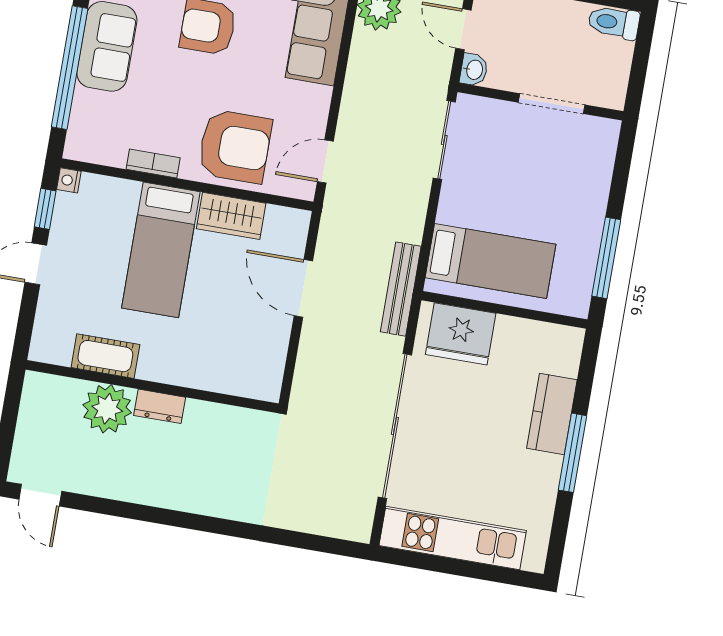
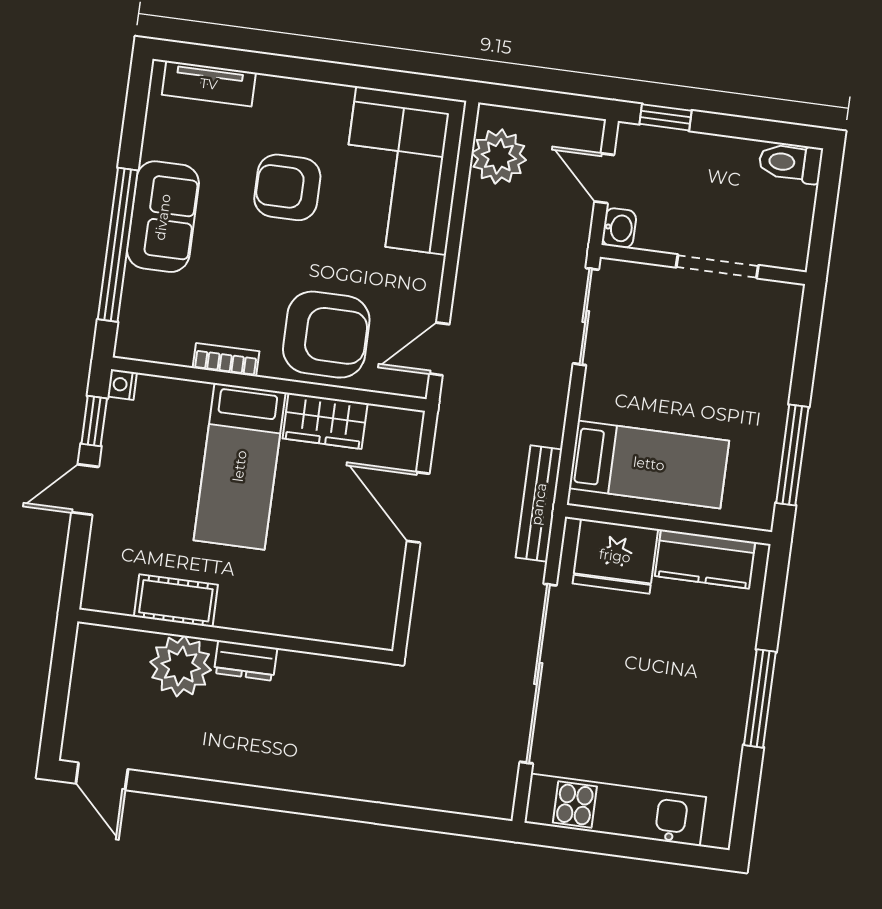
kitchen counter: (552, 414) -> (705, 559), moved, turned -90

